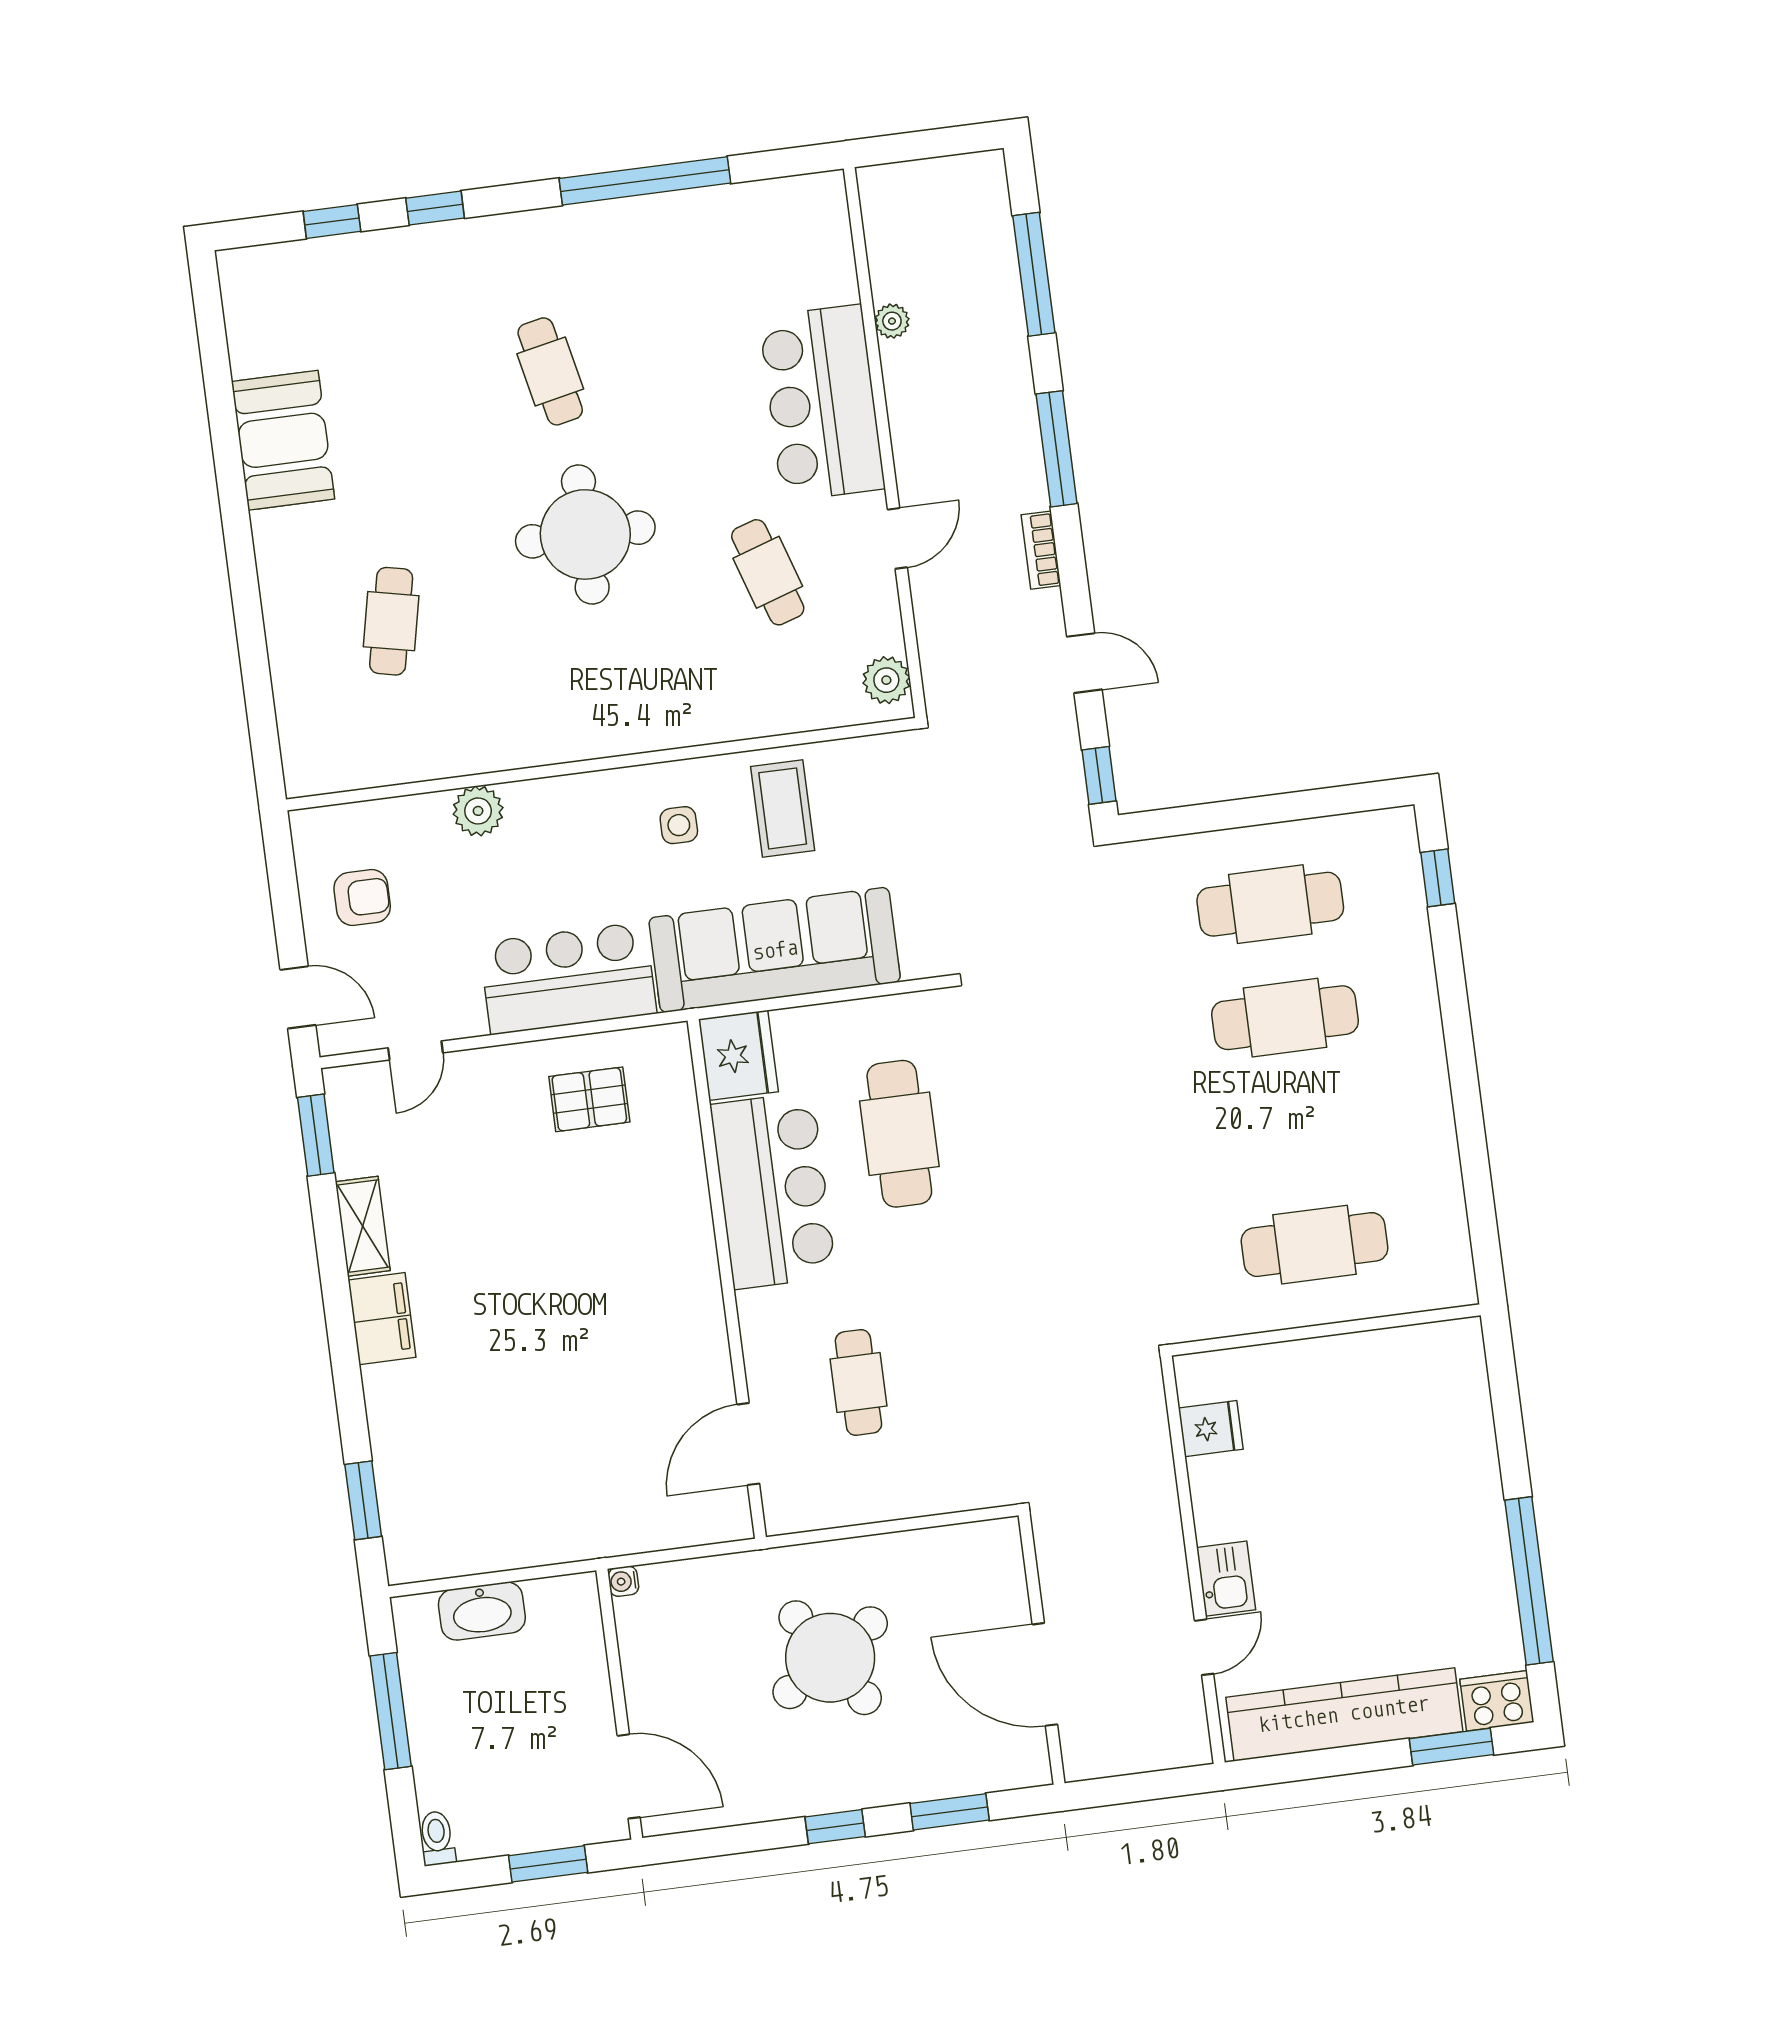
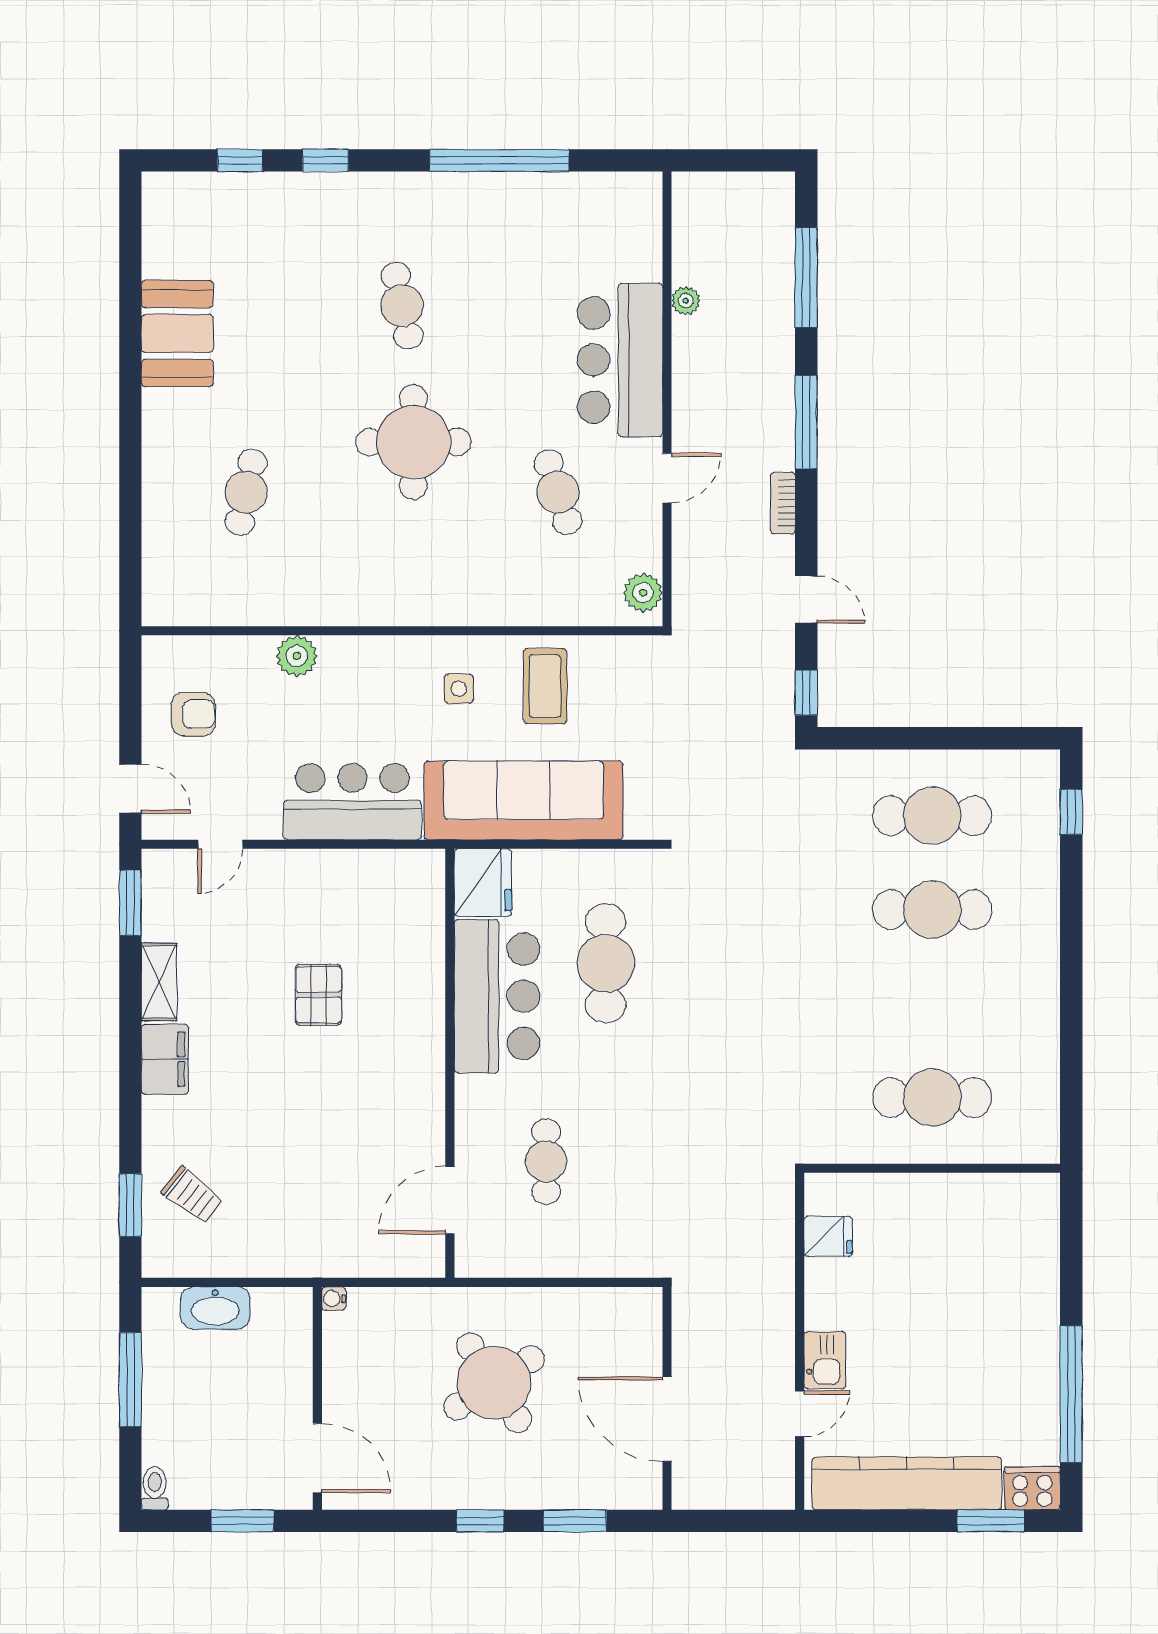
pallet: (589, 1099) -> (318, 995), moved, turned 90
trolley: (437, 1479) -> (192, 1195), added

